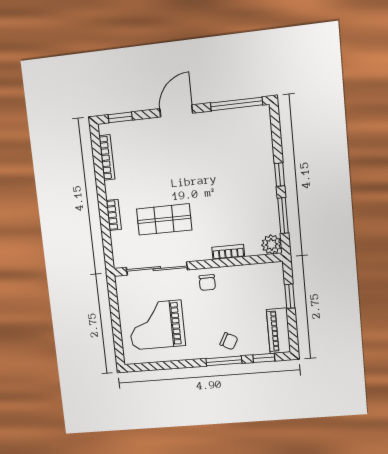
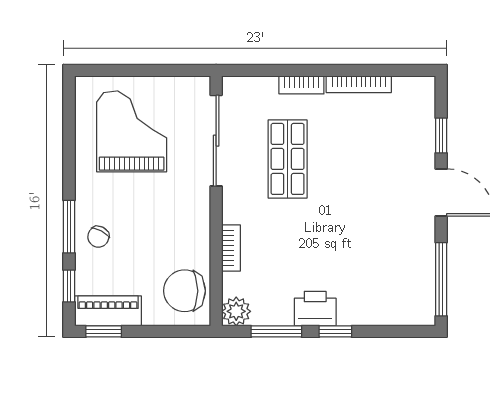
window: (120, 117) -> (441, 136), moved
bookcase: (107, 157) -> (359, 84), moved
printer: (265, 190) -> (315, 309), added
chair: (207, 283) -> (185, 291), moved, width x1.87, depth x1.87
window: (290, 296) -> (104, 331), moved

